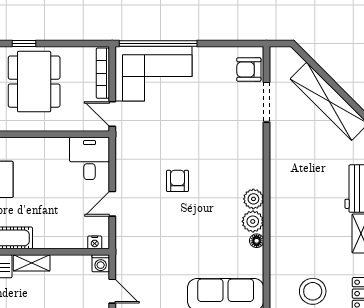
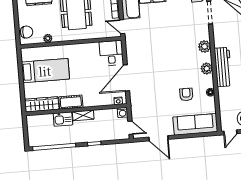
armchair: (177, 181) -> (186, 94), moved
workbench: (282, 199) -> (223, 67), added
door: (112, 204) -> (126, 78), width x1.87
plant: (253, 221) -> (205, 46), moved

